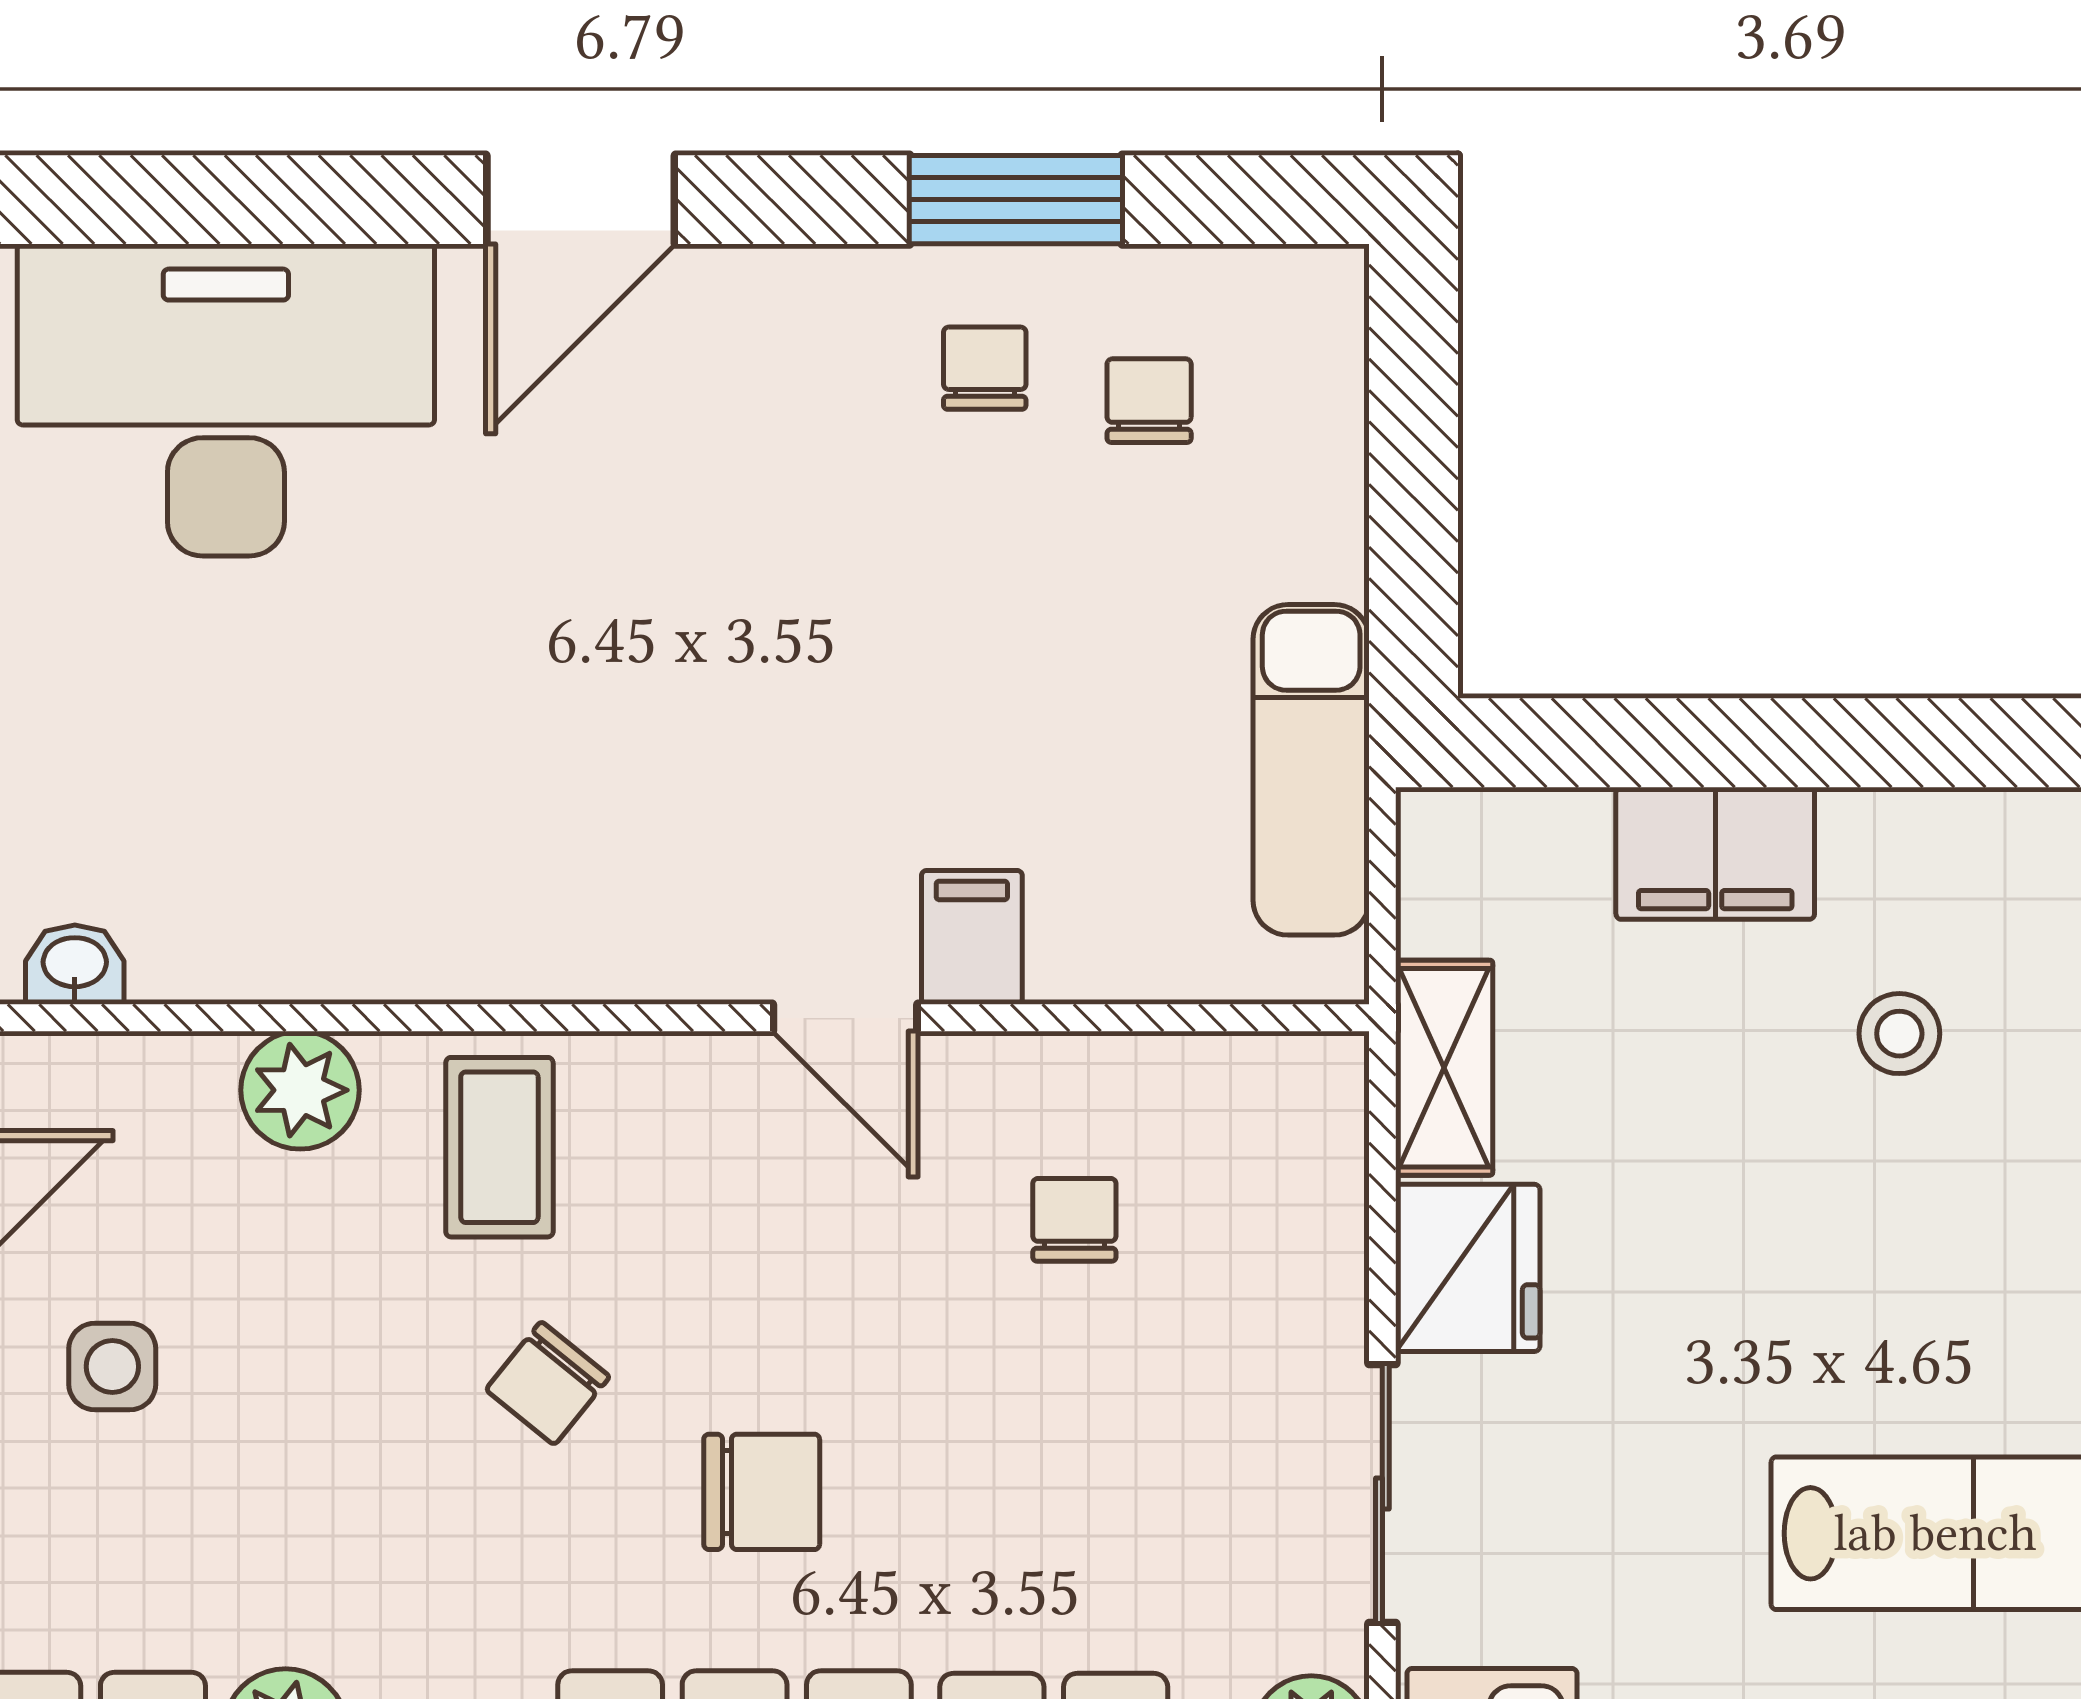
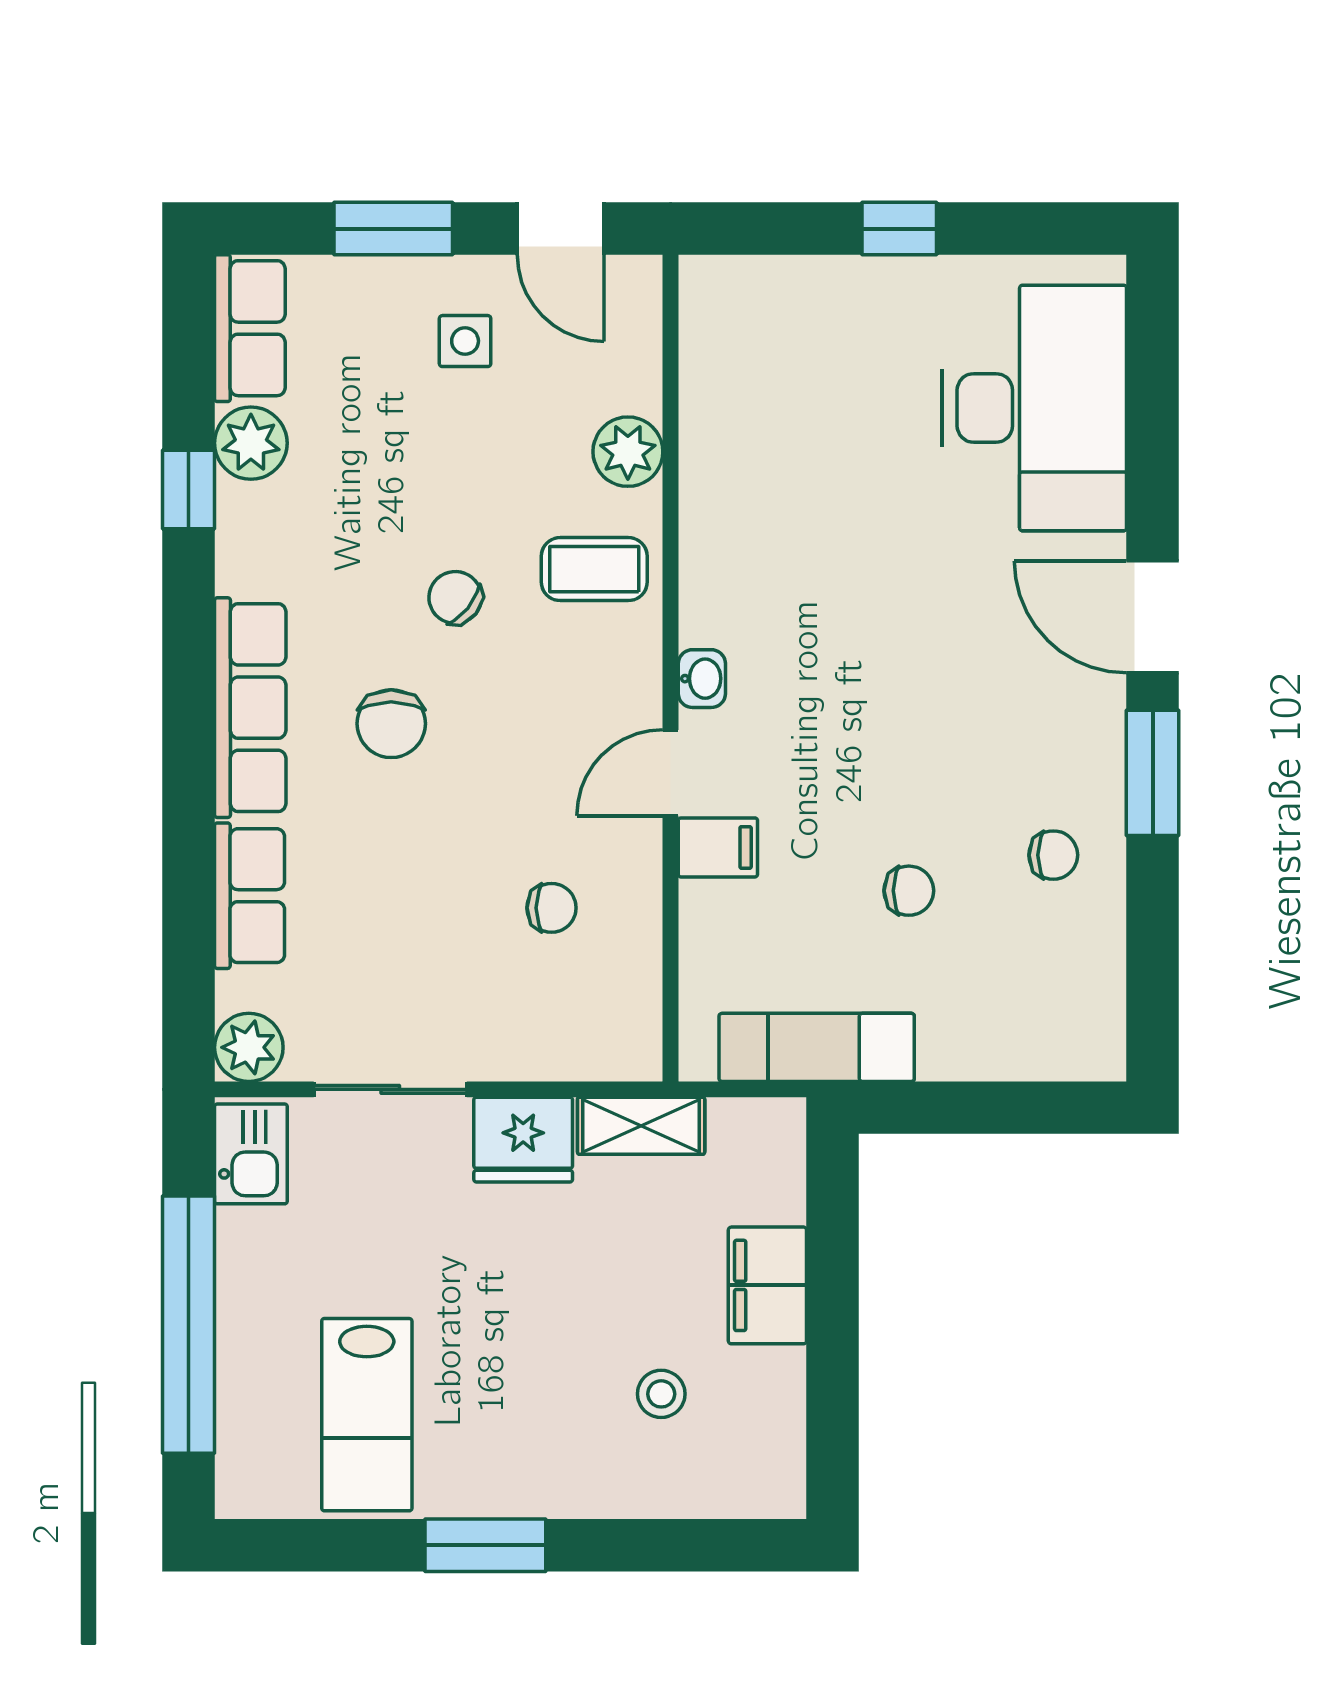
window: (1016, 200) -> (1153, 773), moved
chair: (1149, 401) -> (909, 891), moved
washbasin: (75, 965) -> (702, 679), moved

